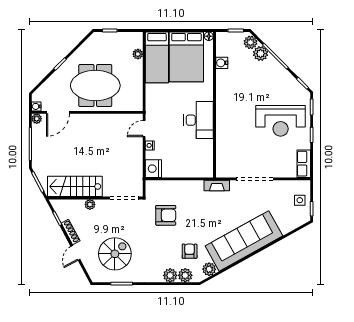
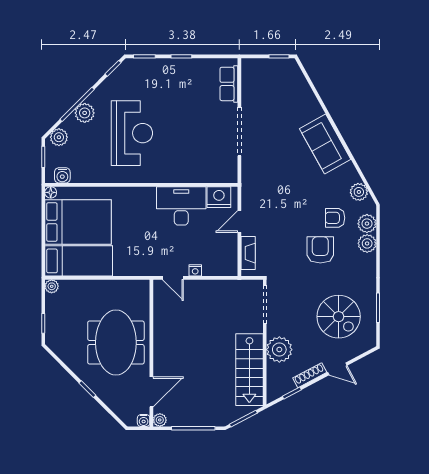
plant: (138, 54) -> (52, 286), moved
plant: (261, 54) -> (85, 113), moved
water cooler: (222, 63) -> (62, 175), moved
door: (58, 112) -> (151, 392), hinge flipped
desk: (199, 120) -> (181, 206), moved
reception desk: (281, 121) -> (132, 133), moved
row of seats: (304, 164) -> (229, 84), moved, turned 90
nightstand: (153, 169) -> (219, 197), moved, turned 180
door: (187, 179) -> (239, 221), added
fireplace: (217, 185) -> (248, 253), moved
side table: (300, 200) -> (268, 72), removed
plant: (90, 204) -> (279, 350), width x1.87, depth x1.87
armchair: (166, 215) -> (320, 250), moved
sofa: (244, 241) -> (325, 144), width x0.54, depth x0.79
spiral stairs: (115, 254) -> (339, 317), turned 180

